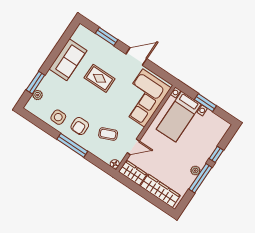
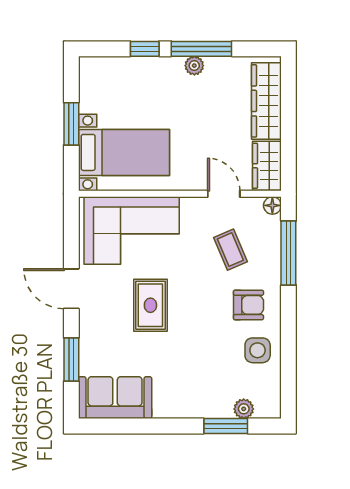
sofa: (68, 60) -> (115, 398), moved
rug: (100, 78) -> (150, 305), moved
window: (72, 145) -> (288, 253), moved

